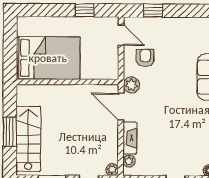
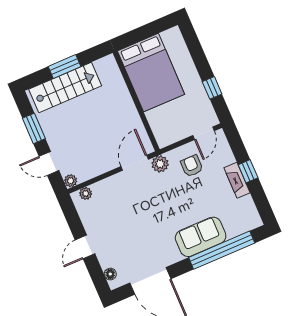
window: (153, 11) -> (248, 171), moved
armchair: (145, 58) -> (192, 166), turned -90
fireplace: (130, 138) -> (237, 180), moved, turned 90

